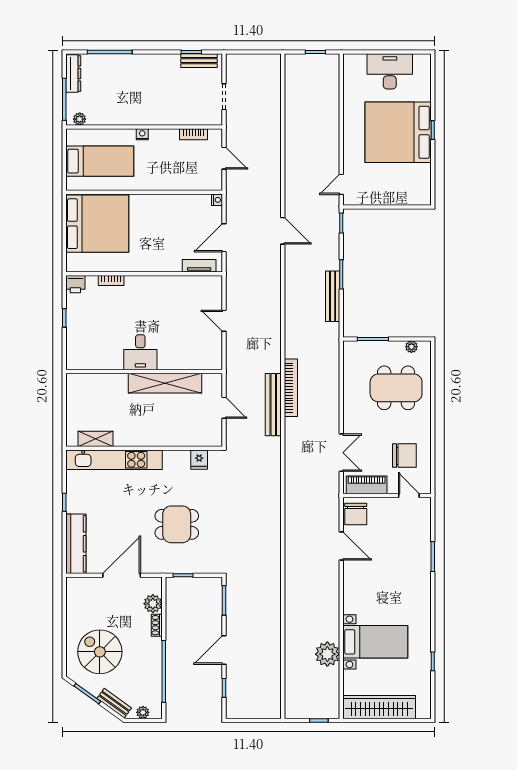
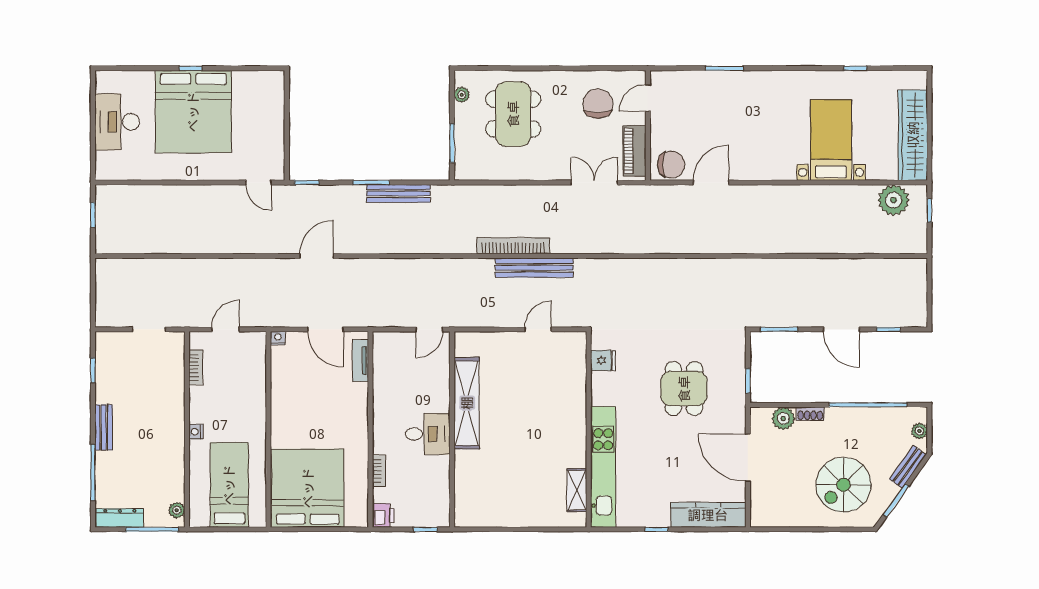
bench: (199, 61) -> (104, 427), moved
desk: (140, 352) -> (428, 434), moved
wall: (144, 372) -> (452, 429), moved
shelving: (165, 383) -> (467, 403), moved
plant: (327, 654) -> (894, 200), moved

